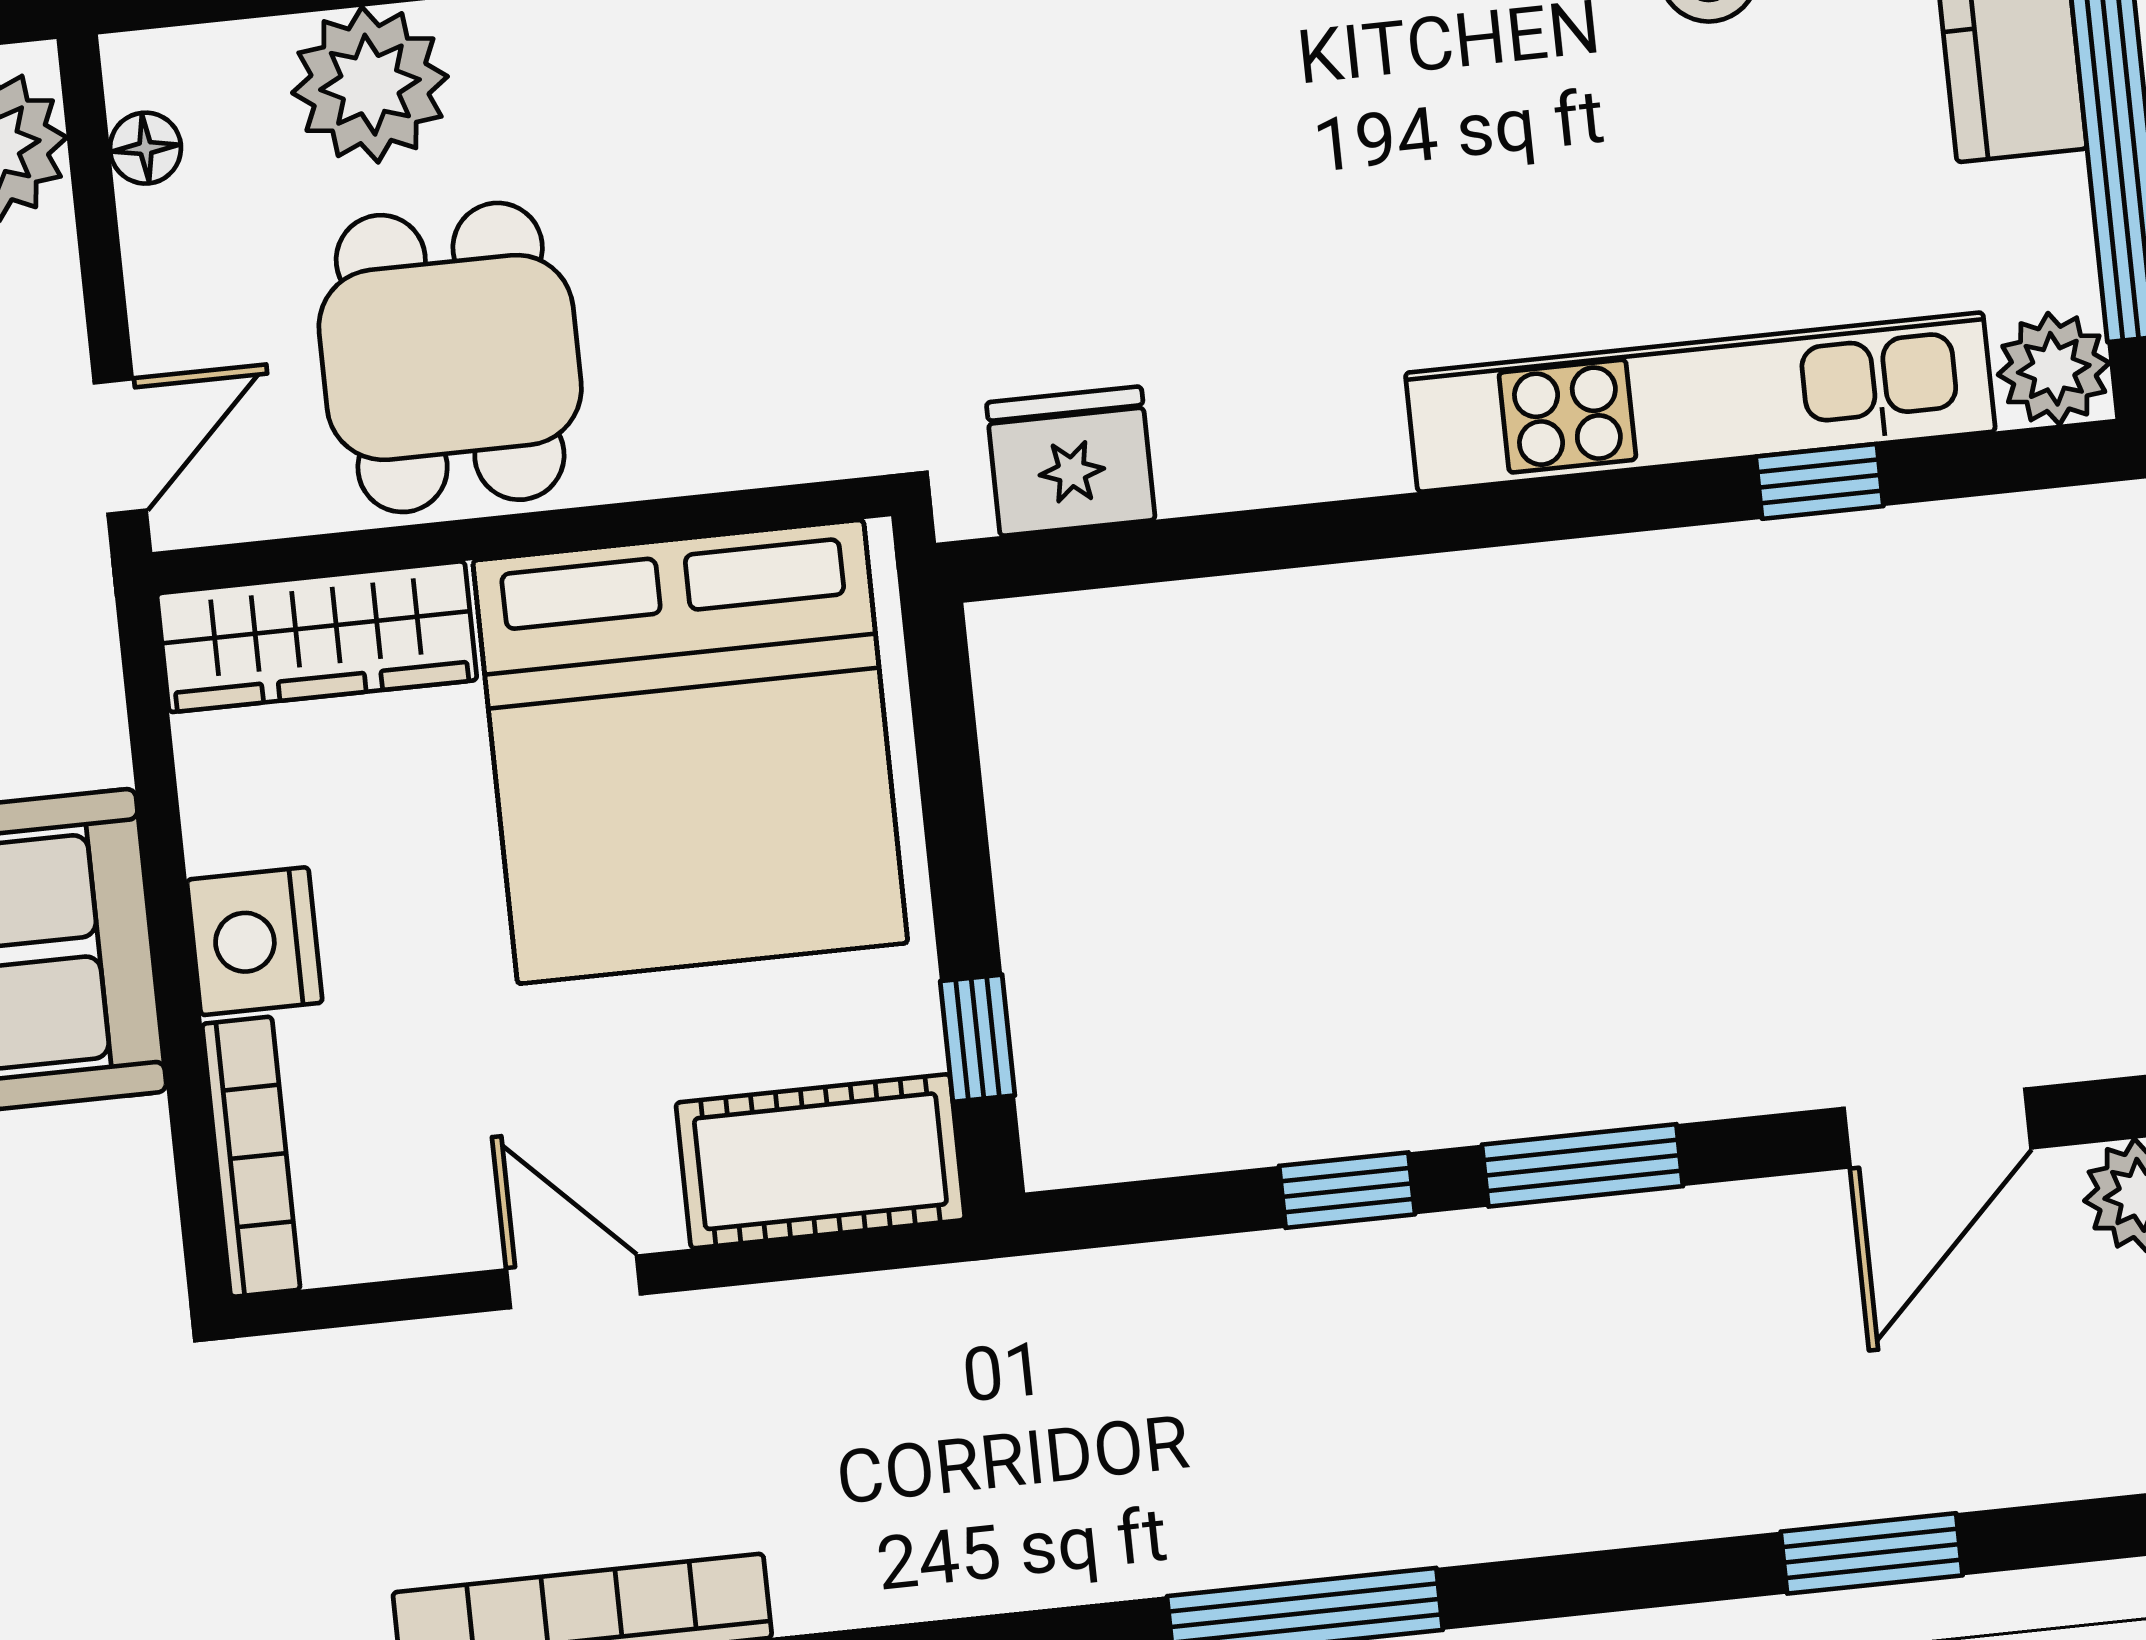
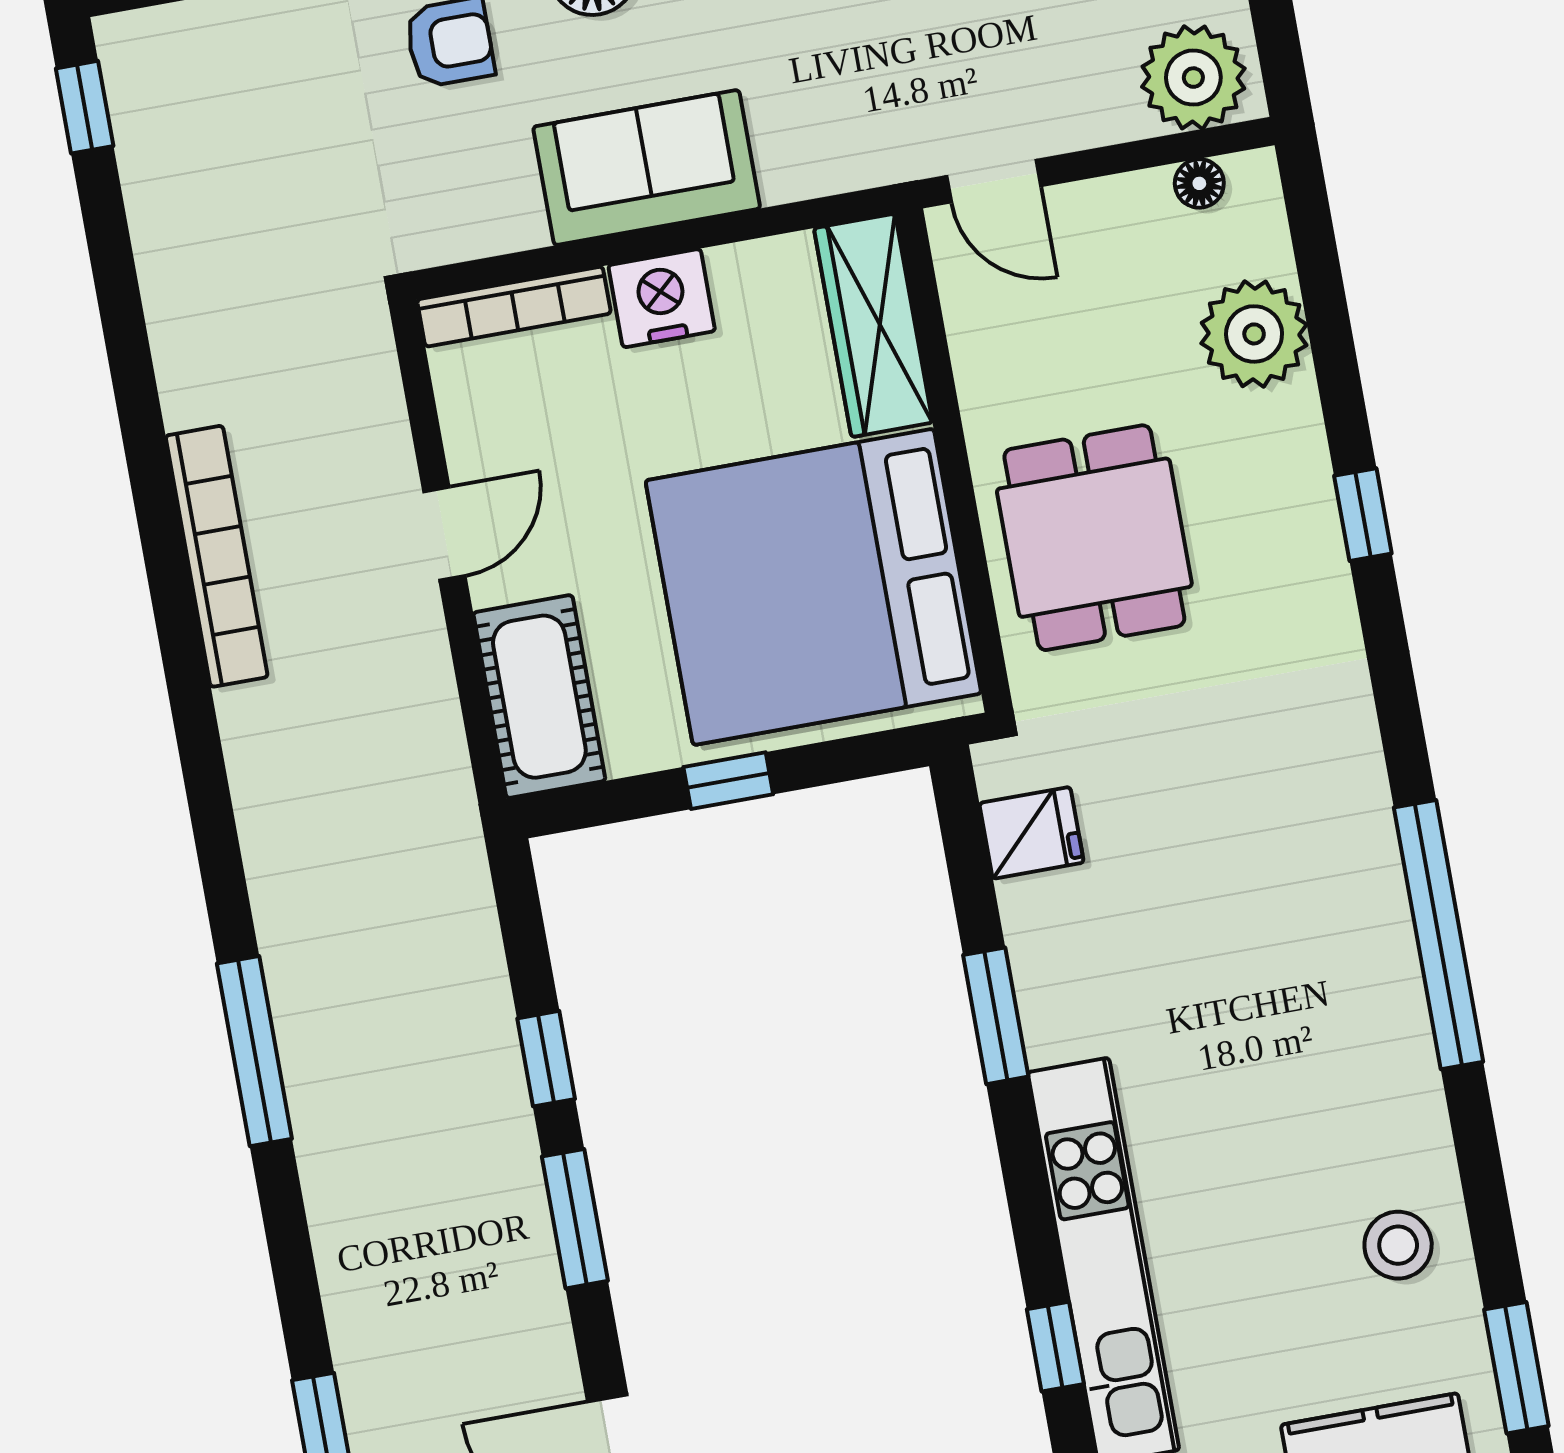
dining table: (450, 357) -> (1094, 538), moved, turned 90
fridge: (1071, 461) -> (1032, 833), width x0.72
window: (1333, 533) -> (996, 1016), added
window: (978, 1038) -> (728, 781), moved

